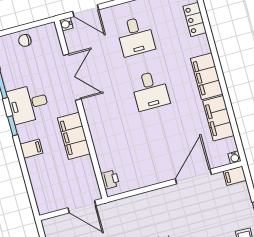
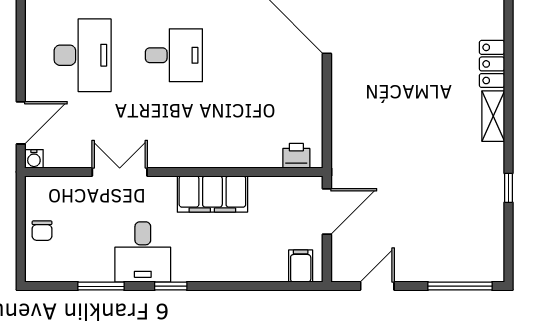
desk: (136, 36) -> (83, 55), width x1.37
double door: (72, 77) -> (120, 172), width x0.73
filing cabinet: (31, 149) -> (301, 266), moved

